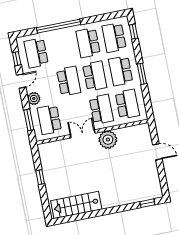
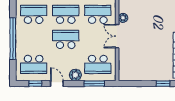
school desk: (88, 43) -> (34, 14), turned 180
plant: (108, 140) -> (123, 18), width x0.53, depth x0.53
window: (40, 177) -> (163, 84), moved

